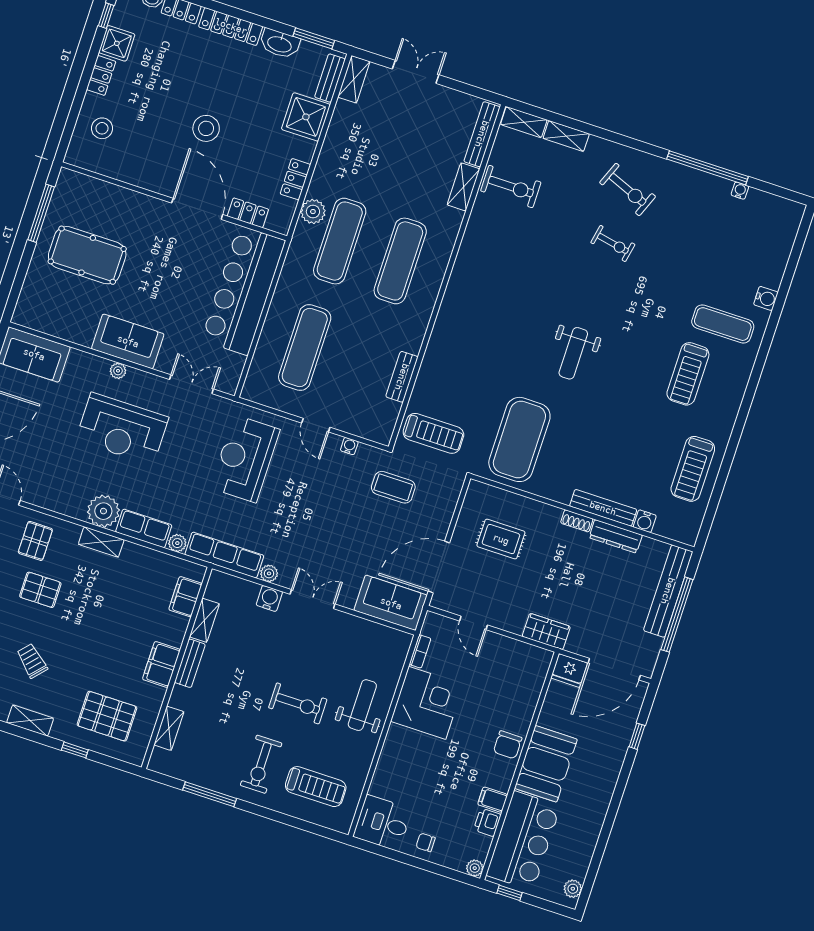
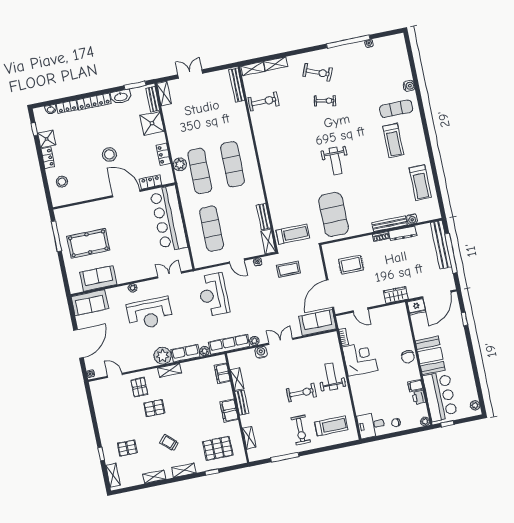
shelving: (463, 187) -> (268, 242), moved
sofa: (128, 341) -> (98, 278), moved

